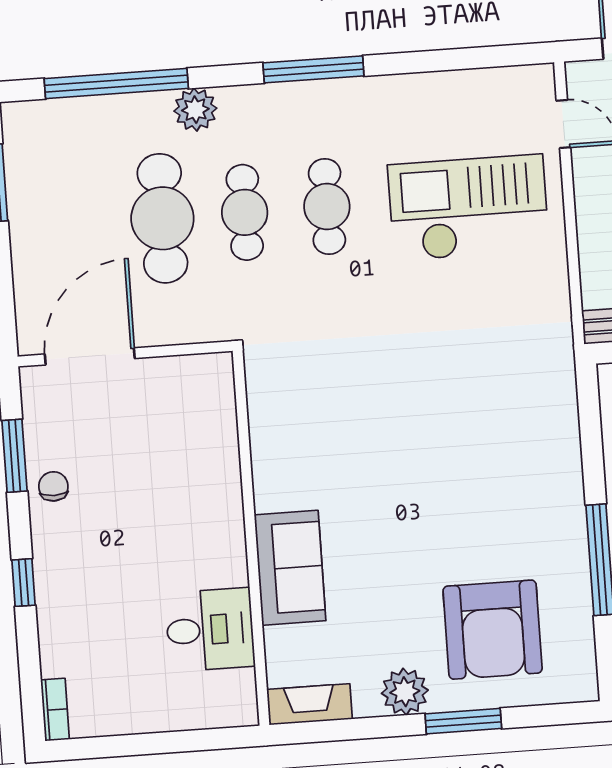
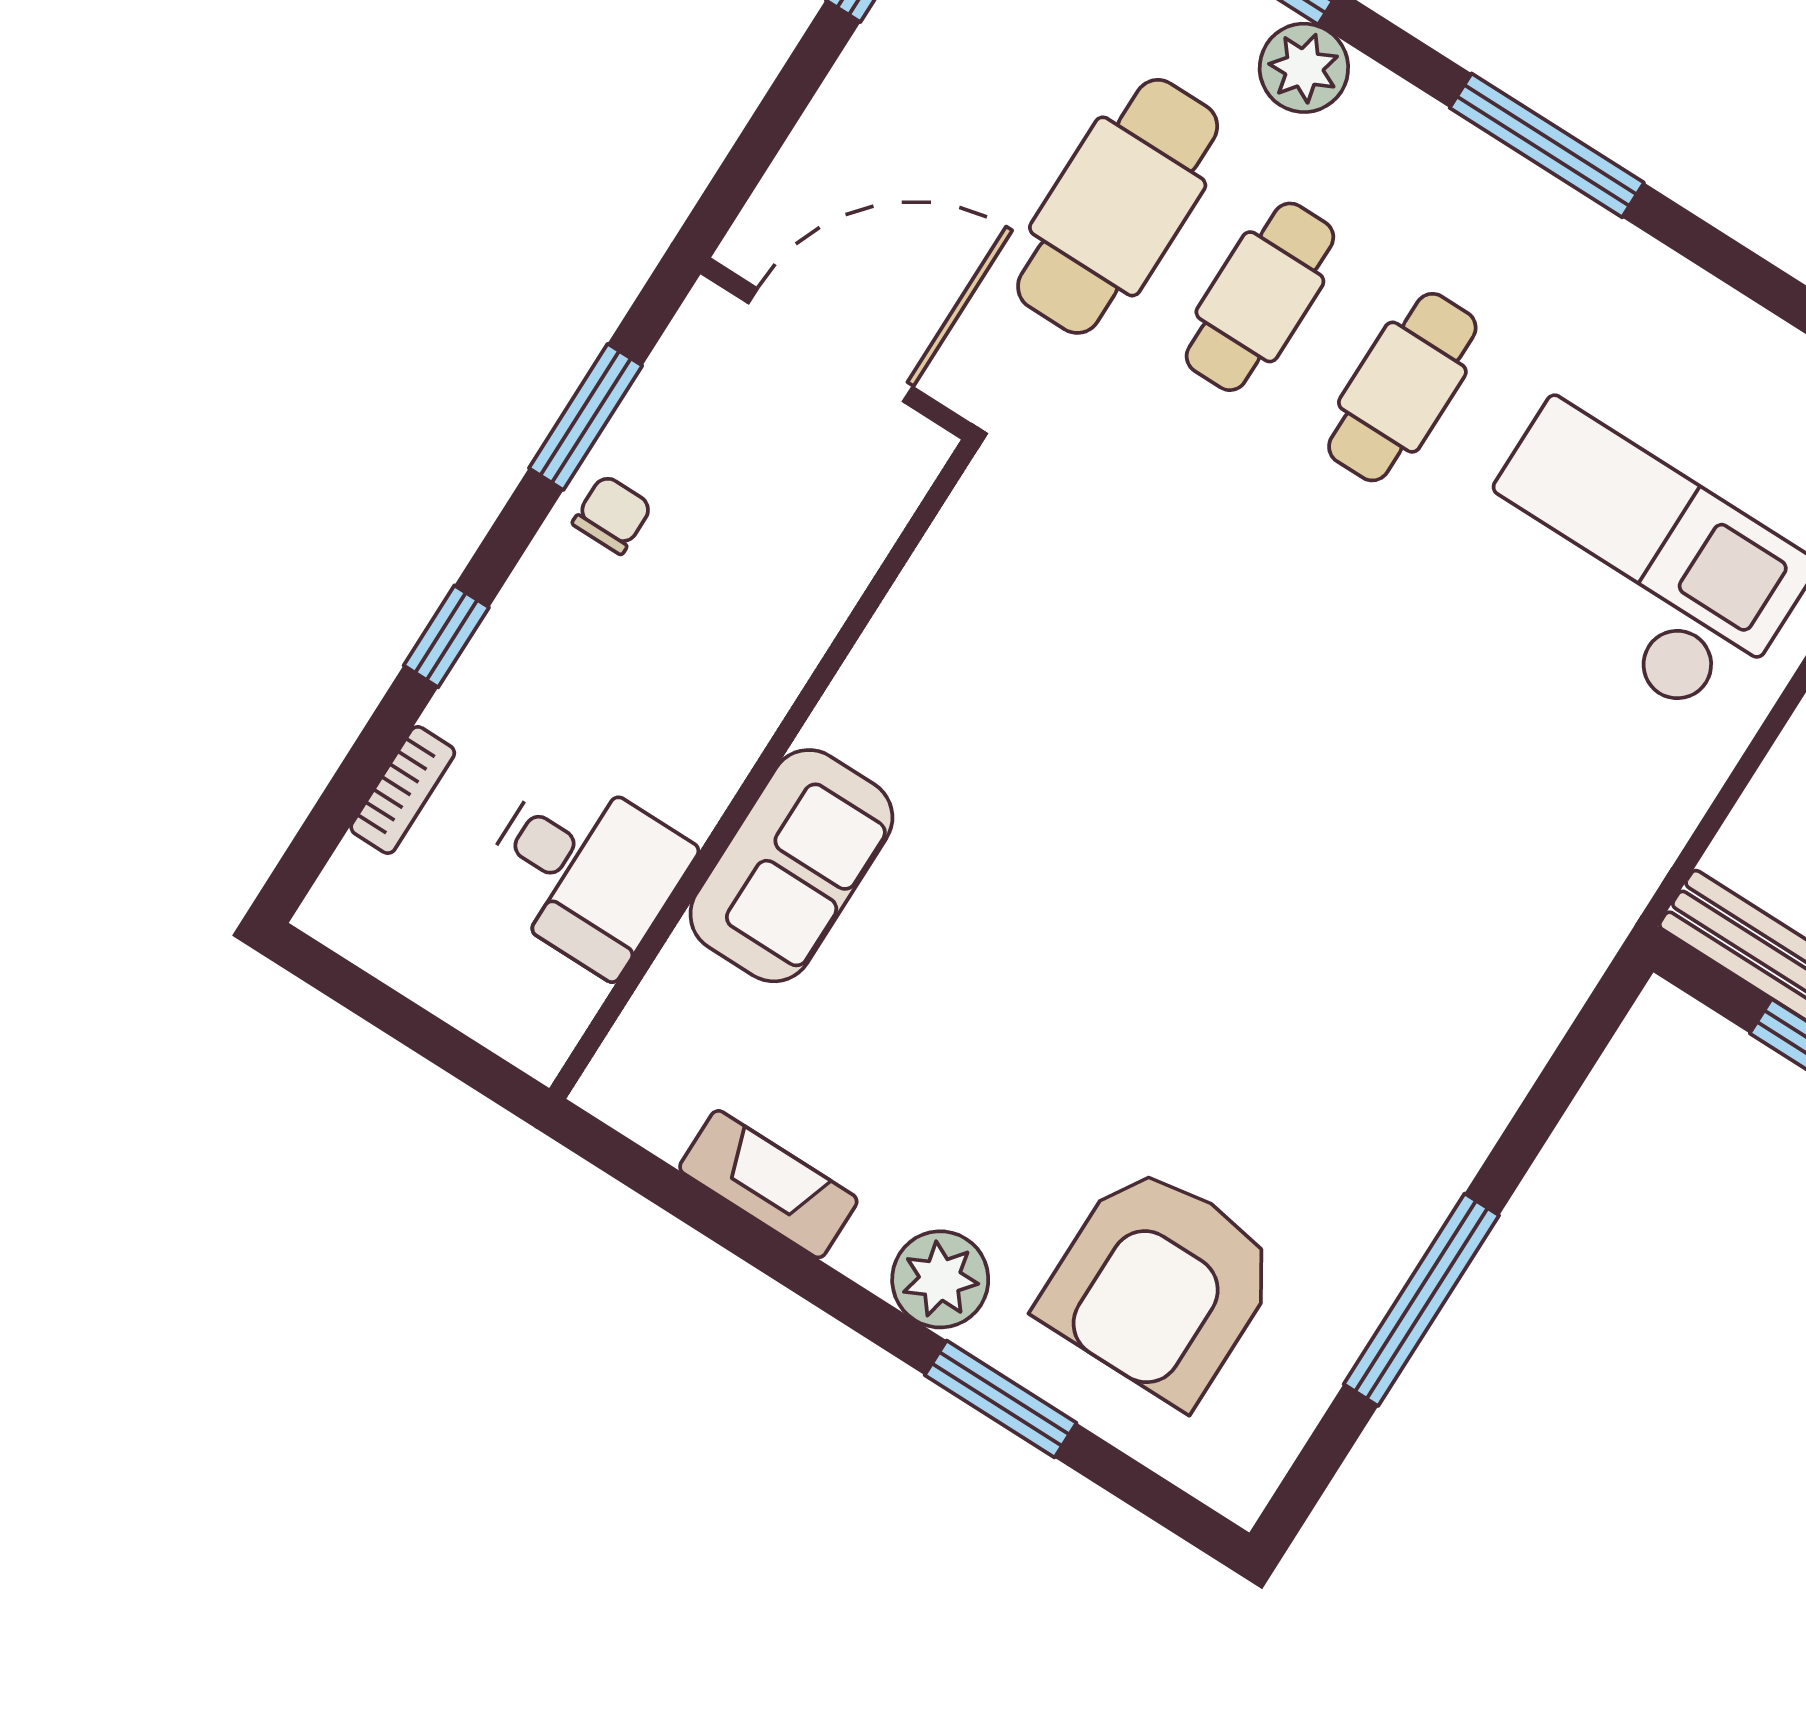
wall: (251, 538) -> (763, 769), moved
sofa: (290, 568) -> (791, 866), moved
desk: (210, 630) -> (584, 870), moved
bookcase: (55, 710) -> (403, 790), moved

